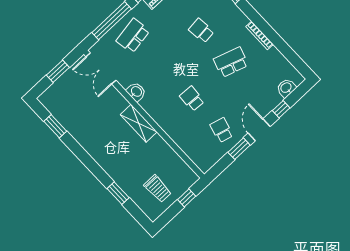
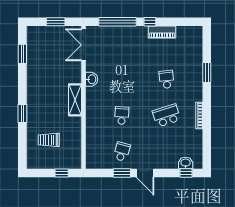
school desk: (133, 36) -> (122, 43), removed
school desk: (231, 62) -> (166, 115), turned -36
window: (281, 109) -> (186, 173), moved
door: (259, 130) -> (145, 173), swing flipped
trolley: (158, 189) -> (49, 140), moved, turned 90
window: (118, 193) -> (22, 113), moved

